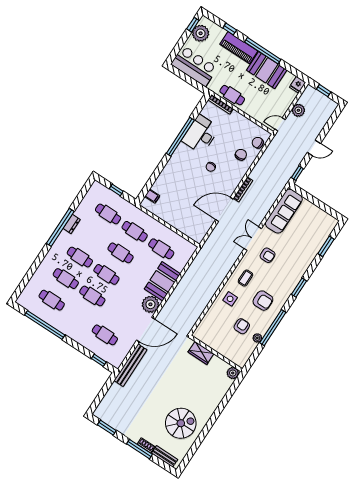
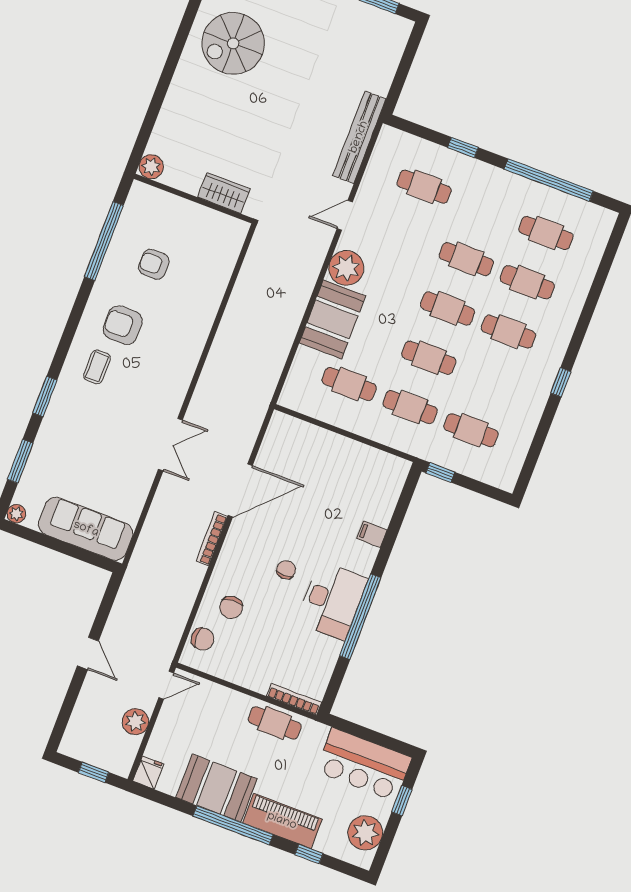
window: (193, 25) -> (402, 801), moved
desk: (201, 134) -> (332, 601), moved
door: (314, 148) -> (88, 653), swing flipped
window: (297, 173) -> (110, 596), removed
window: (116, 190) -> (440, 472), moved
filing cabinet: (152, 196) -> (372, 534), moved
sofa: (284, 211) -> (86, 529), moved, turned 90
dresser: (72, 224) -> (540, 394), removed
window: (60, 227) -> (561, 382), width x0.32
armchair: (268, 255) -> (133, 418), removed
coffee table: (245, 278) -> (97, 367), moved
window: (299, 288) -> (45, 397), moved
side table: (230, 299) -> (189, 314), removed
armchair: (242, 326) -> (154, 264), turned 90
window: (273, 328) -> (104, 241), moved
door: (146, 330) -> (345, 215), width x0.53
plant: (257, 338) -> (16, 514), moved
window: (99, 360) -> (463, 148), moved

